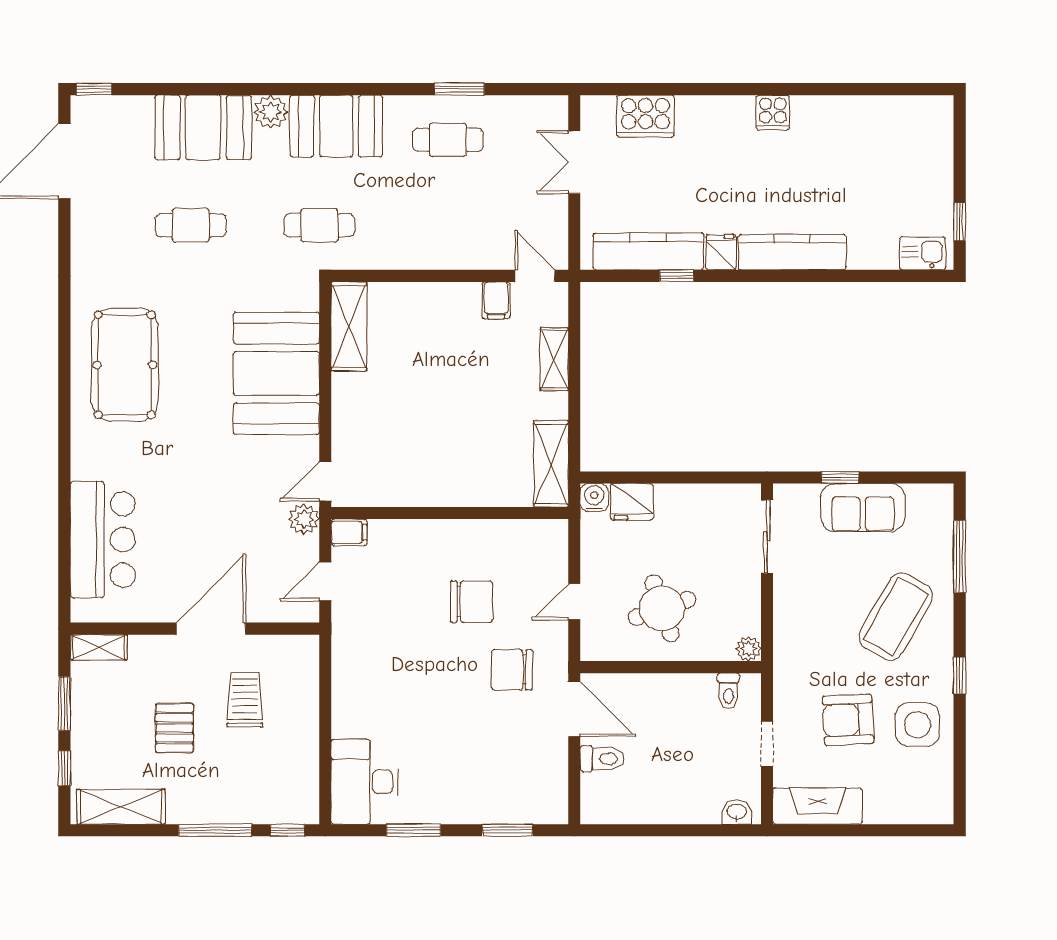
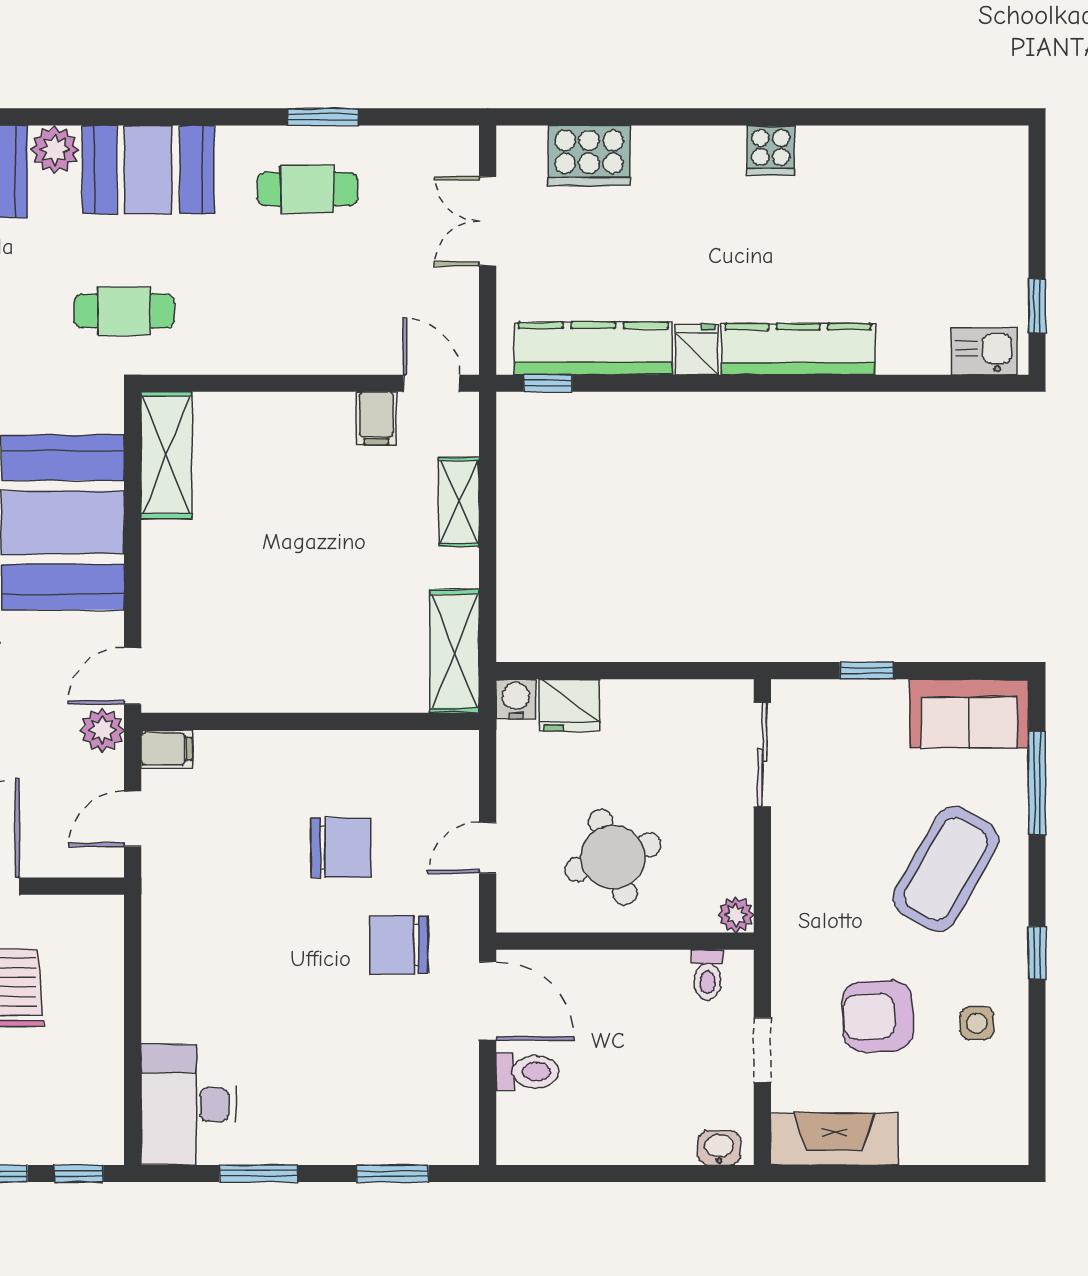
window: (677, 276) -> (548, 383), moved
sofa: (863, 508) -> (969, 714), moved
side table: (917, 725) -> (977, 1023), width x0.54, depth x0.54

